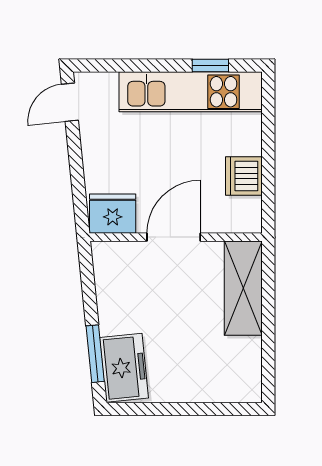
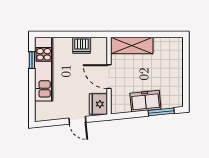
door: (70, 102) -> (77, 120), moved
freezer: (124, 368) -> (145, 101), moved

